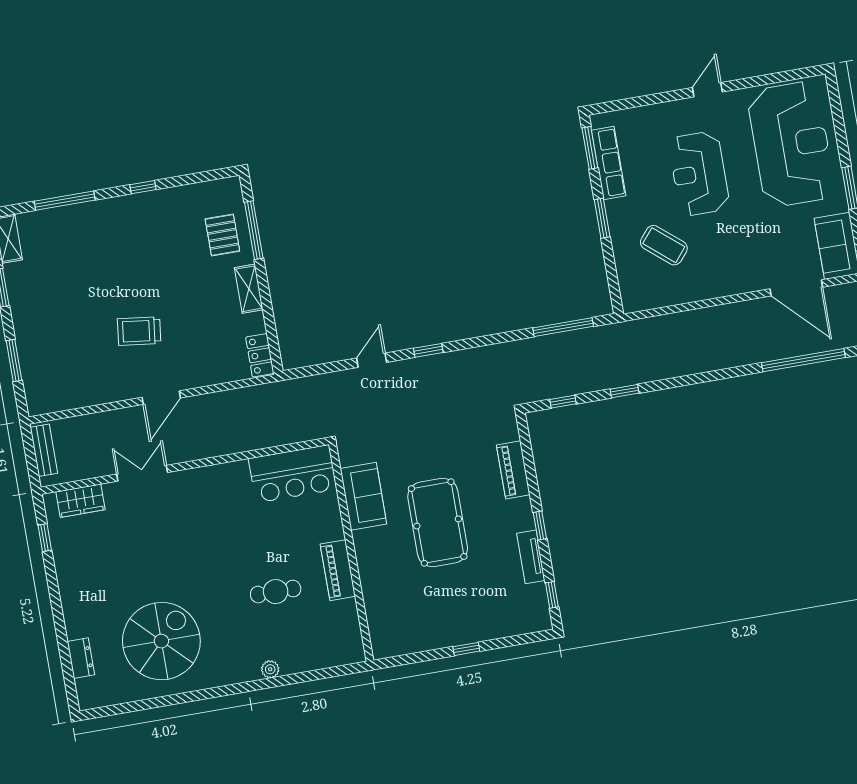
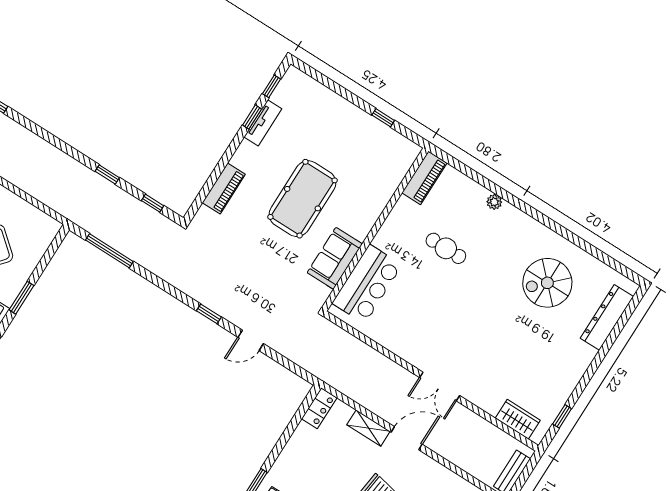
shelving: (249, 289) -> (368, 428), moved, turned 90
double door: (142, 473) -> (440, 386), moved
bar counter: (293, 474) -> (367, 284), moved, turned 90
window: (540, 526) -> (252, 117), moved
piano: (338, 570) -> (424, 178), moved
spiral stairs: (161, 641) -> (547, 283), width x0.73, depth x0.73
window: (466, 649) -> (383, 118), moved
dresser: (81, 658) -> (607, 317), width x1.96, depth x1.24

